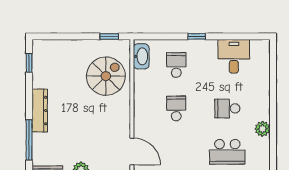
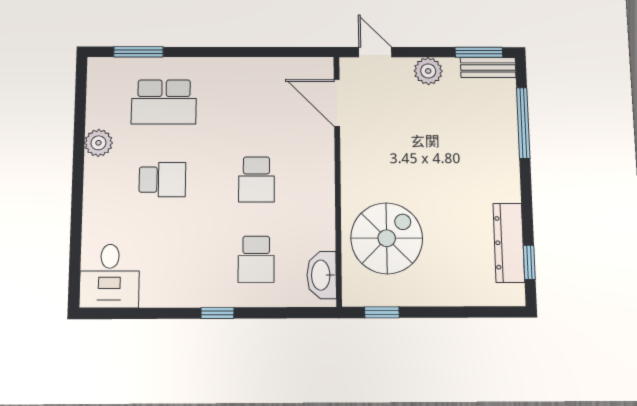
desk: (234, 56) -> (109, 276), moved
spiral stairs: (106, 76) -> (387, 238), turned 180
dresser: (40, 111) -> (509, 243), moved
school desk: (227, 152) -> (164, 102), turned 180

